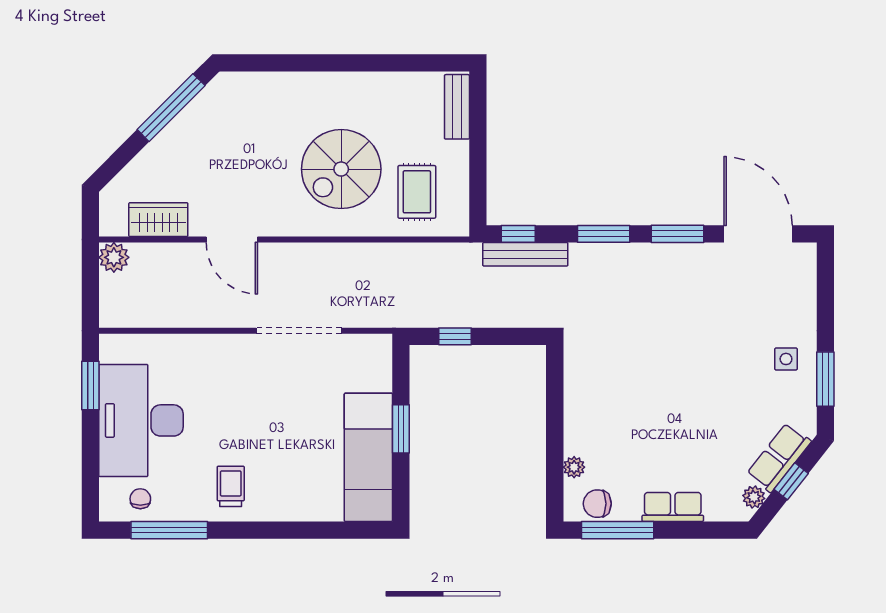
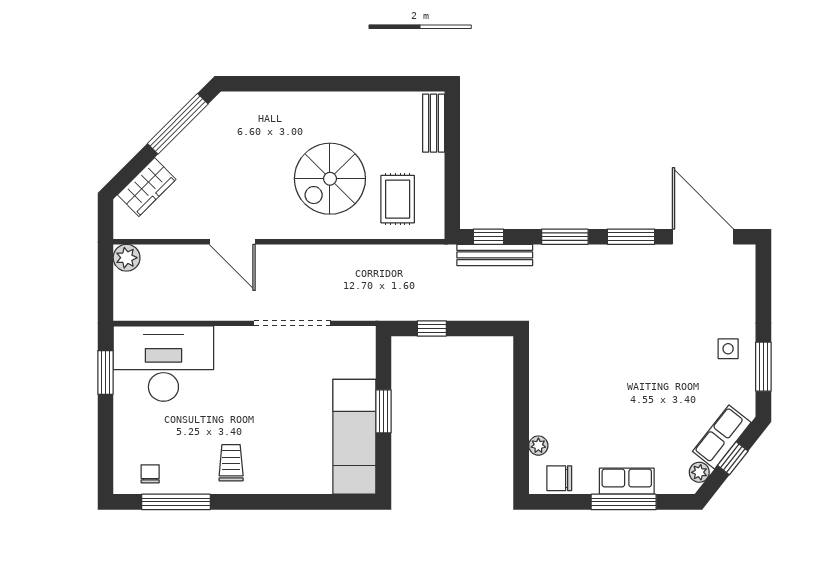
wardrobe: (158, 220) -> (147, 187), moved, turned 135
desk: (141, 420) -> (163, 364), moved, turned 90
window: (618, 530) -> (624, 502), moved

